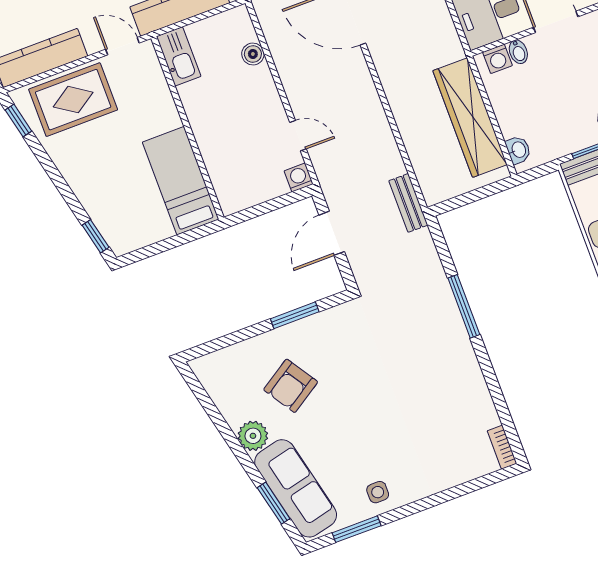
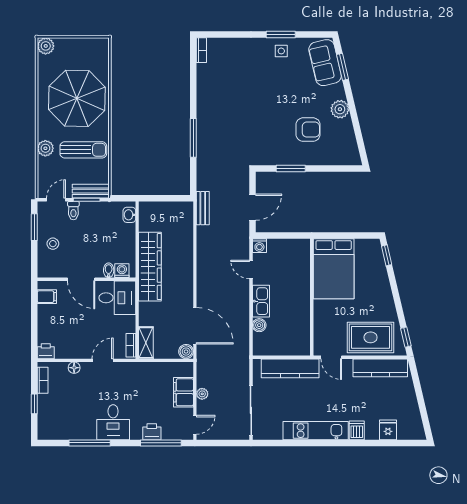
kitchen sink: (179, 56) -> (261, 301), moved, turned 180
wardrobe: (470, 118) -> (150, 267), moved
bed: (181, 181) -> (334, 269), width x1.50
armchair: (291, 386) -> (308, 130), turned 33
sofa: (296, 488) -> (325, 63), width x0.73
window: (357, 529) -> (281, 34), moved

